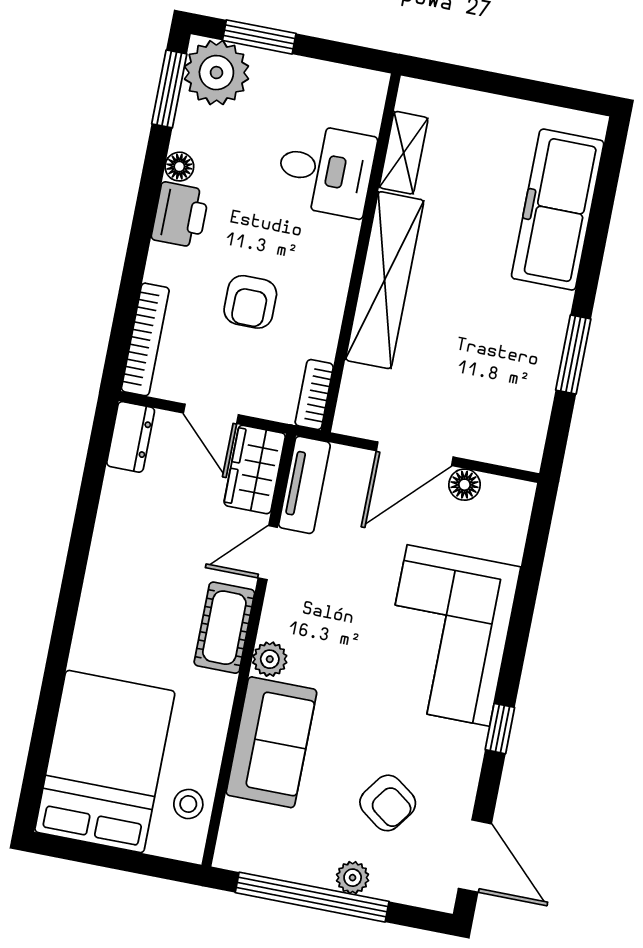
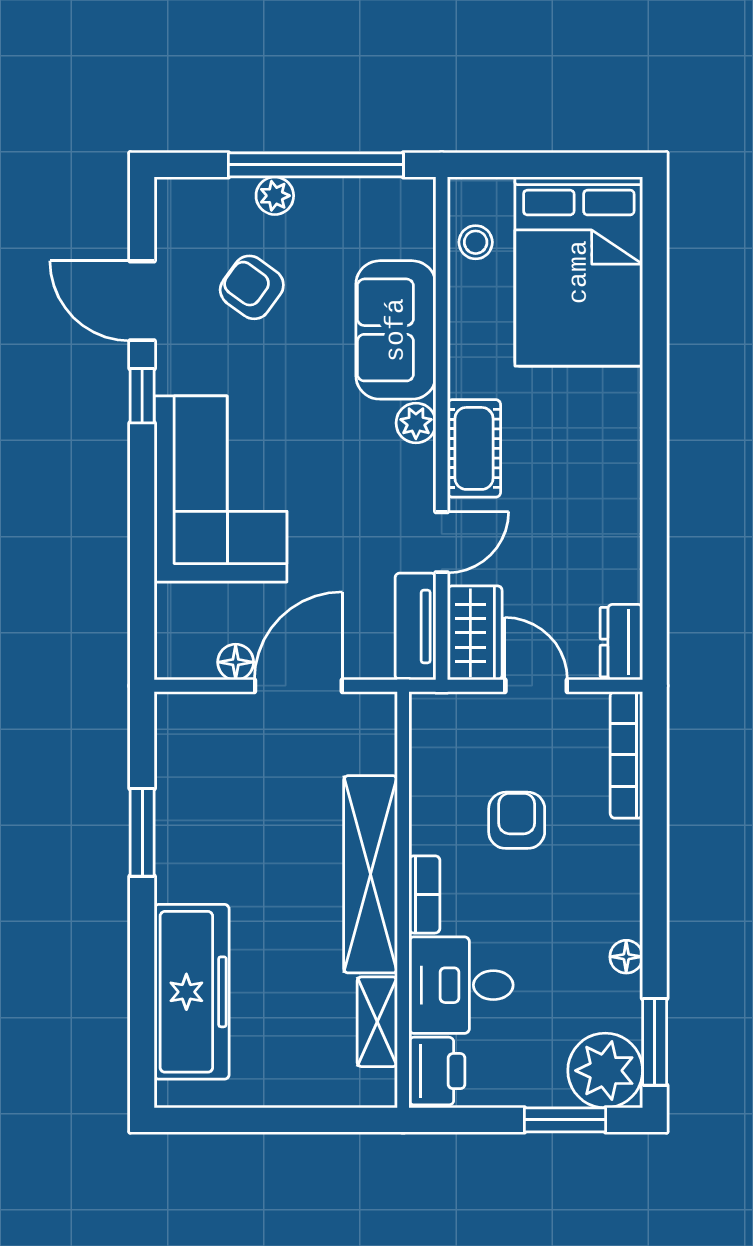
printer: (180, 215) -> (437, 1071), moved, turned 180
bookcase: (314, 395) -> (424, 894), moved
door: (475, 856) -> (142, 301), moved

